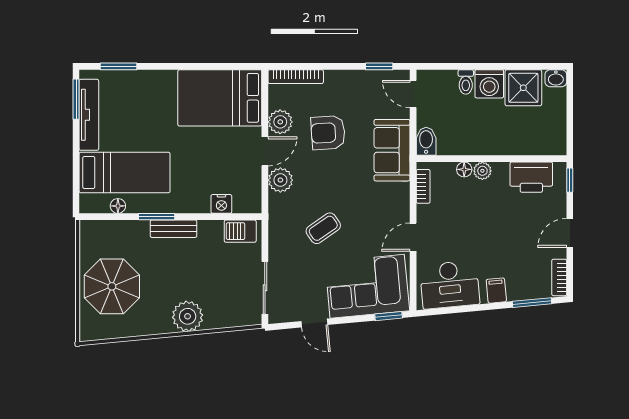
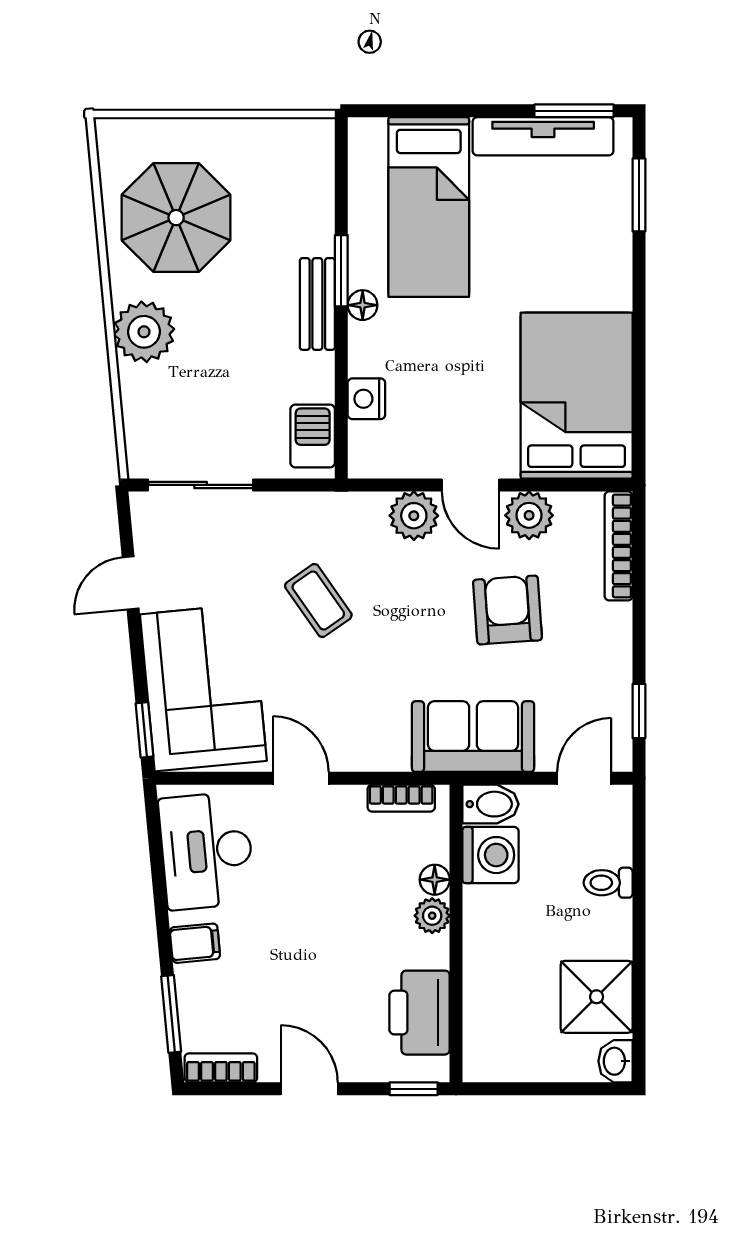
washing machine: (489, 84) -> (491, 855), moved, turned 180
floor lamp: (118, 206) -> (363, 305), moved
parasol: (112, 286) -> (176, 218), moved

